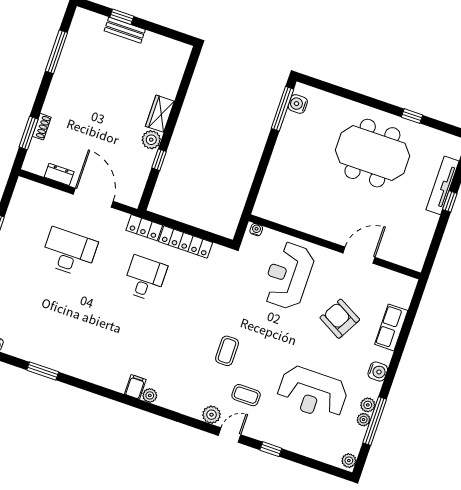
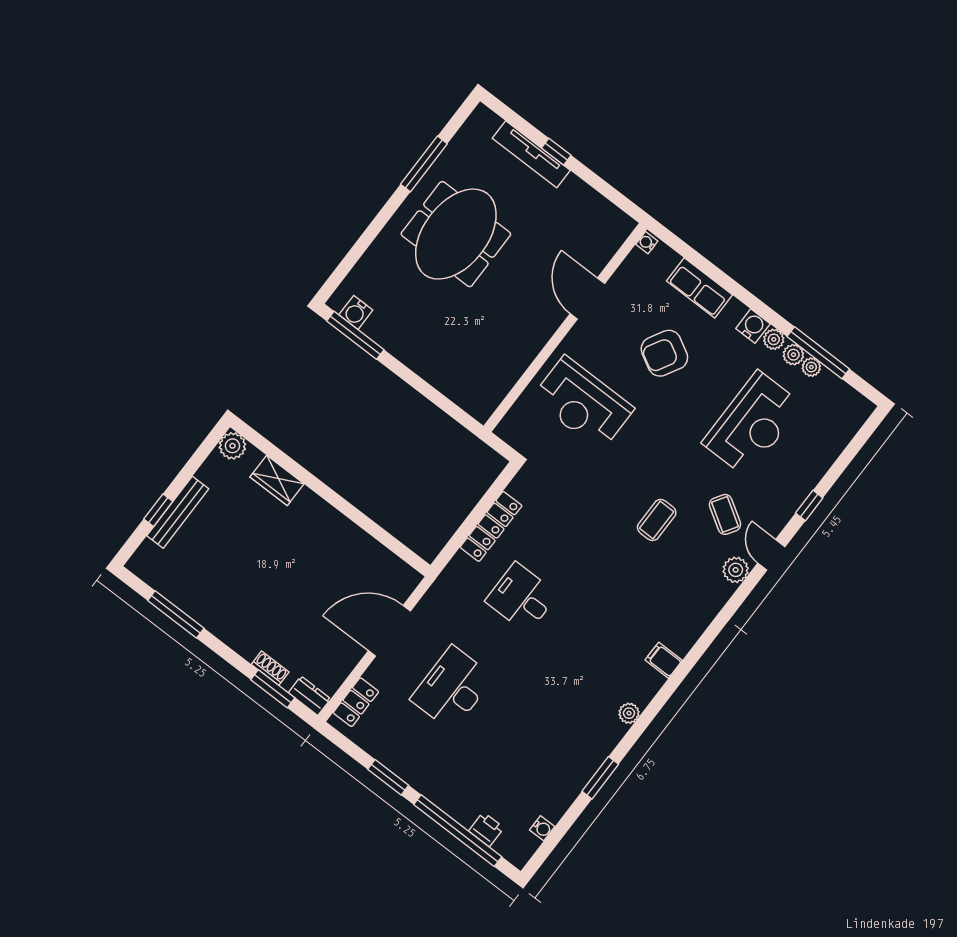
bench: (125, 30) -> (178, 512), width x1.36
wardrobe: (160, 114) -> (277, 480), moved
window: (412, 116) -> (424, 164), width x2.17
plant: (151, 140) -> (232, 446), moved
window: (159, 160) -> (368, 525), removed
dresser: (59, 174) -> (310, 696), moved, turned 90
locker: (144, 228) -> (356, 702), moved
water cooler: (256, 230) -> (647, 243), moved
coffee table: (227, 351) -> (657, 520), turned 90
plant: (150, 395) -> (629, 713), moved
coffee table: (246, 395) -> (725, 514), turned -58
plant: (349, 461) -> (774, 339), moved

